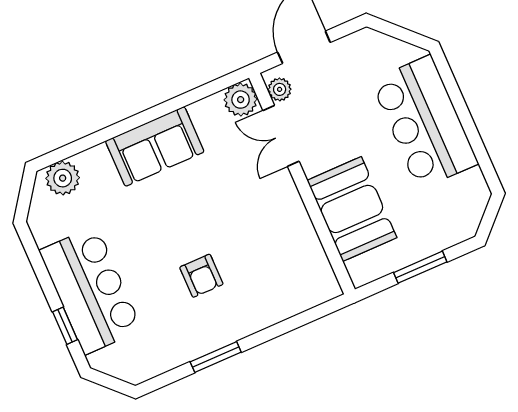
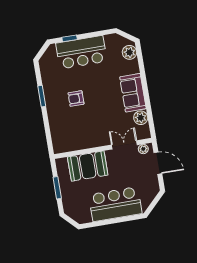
plant: (241, 100) -> (141, 118), moved

